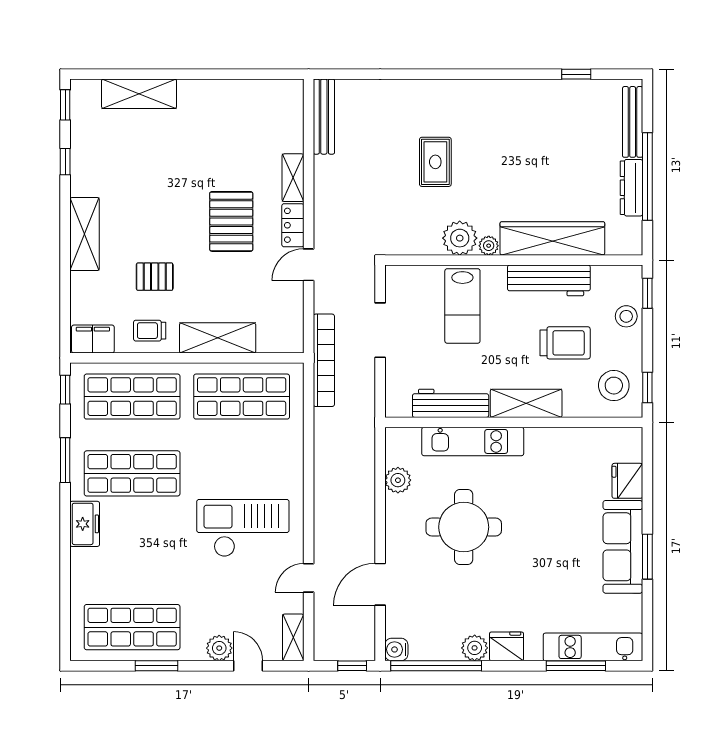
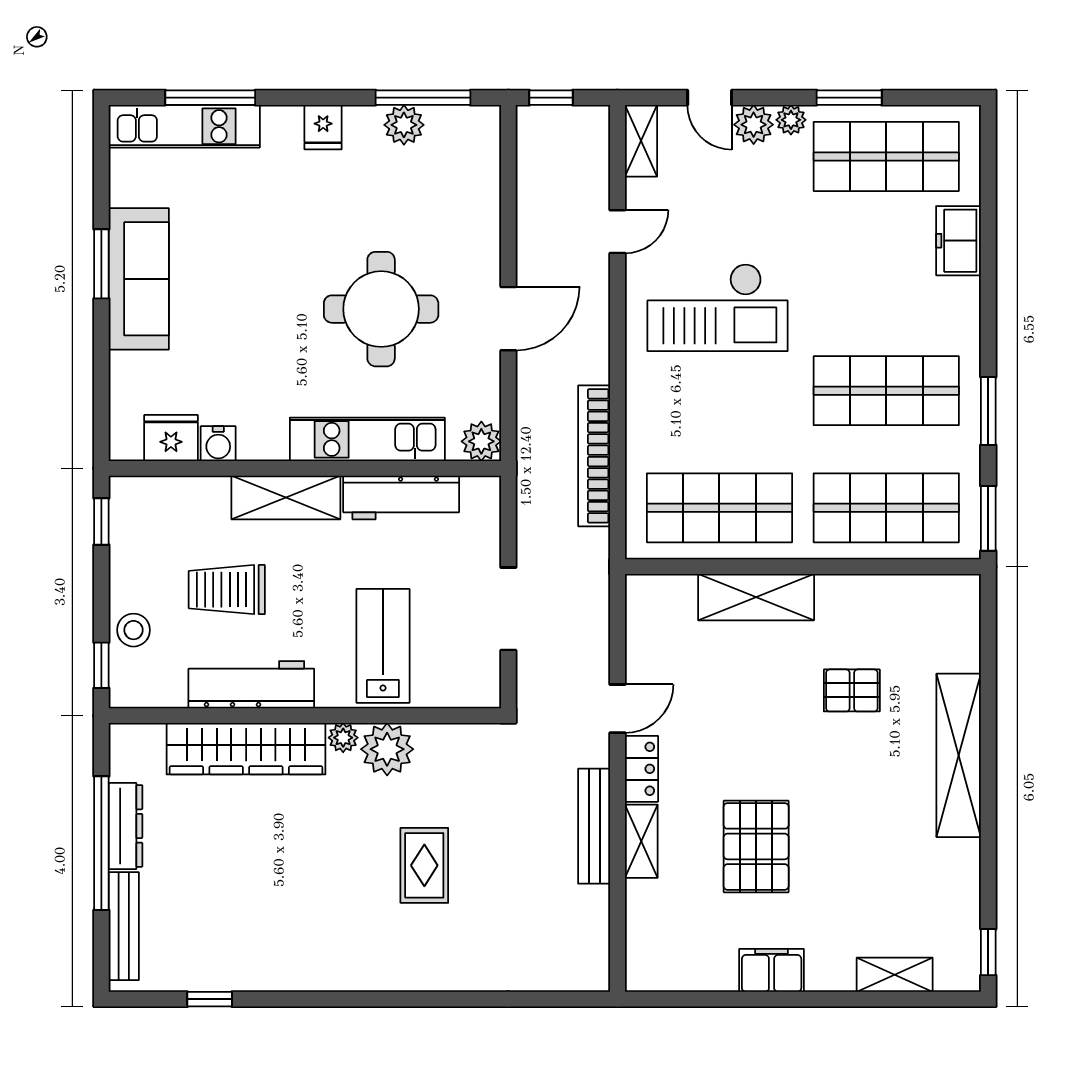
shelving: (139, 94) -> (895, 975), width x0.67, depth x0.75
bench: (324, 117) -> (594, 826), moved
window: (65, 162) -> (988, 866), removed
pallet: (231, 221) -> (756, 846), moved
shelving: (85, 234) -> (959, 755), width x1.47
trolley: (150, 331) -> (860, 608), removed
filing cabinet: (93, 339) -> (772, 970), moved, turned 180
bookcase: (324, 360) -> (594, 456), moved
stool: (614, 386) -> (152, 525), removed
window: (65, 390) -> (988, 518), width x1.50
plant: (398, 480) -> (481, 441), moved
fridge: (627, 481) -> (171, 438), moved, turned -90
freezer: (85, 524) -> (959, 241), moved
door: (380, 584) -> (508, 319), moved
fridge: (506, 646) -> (323, 127), width x0.72
plant: (475, 648) -> (404, 125), moved
water cooler: (396, 649) -> (218, 444), moved, turned 90
plant: (195, 651) -> (791, 120), added
window: (436, 666) -> (423, 98), width x0.68

